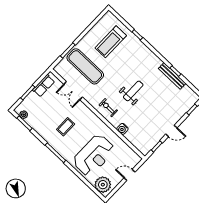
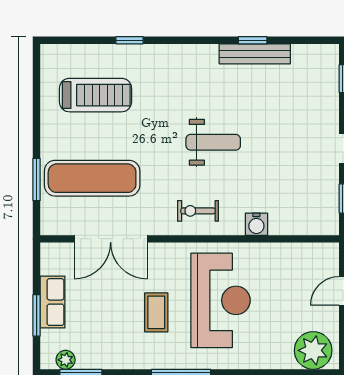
treadmill: (111, 42) -> (96, 95), turned -90
row of seats: (44, 86) -> (53, 302), moved
double door: (73, 91) -> (111, 239), width x1.37
weight bench: (133, 91) -> (213, 142), turned 90
reception desk: (94, 155) -> (220, 300), moved

